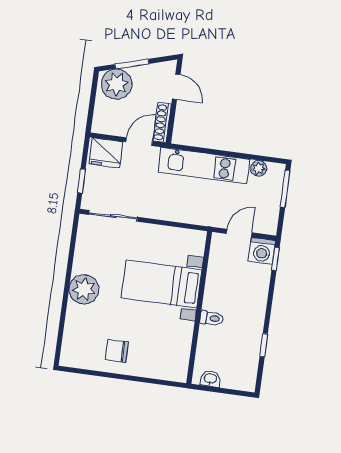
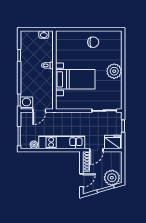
door: (176, 87) -> (81, 180), swing flipped

